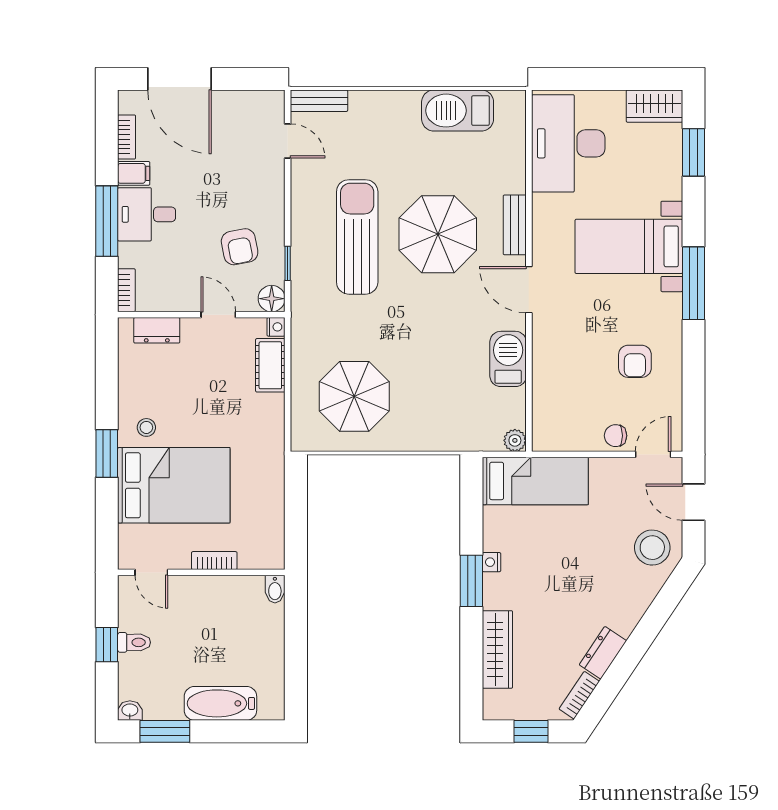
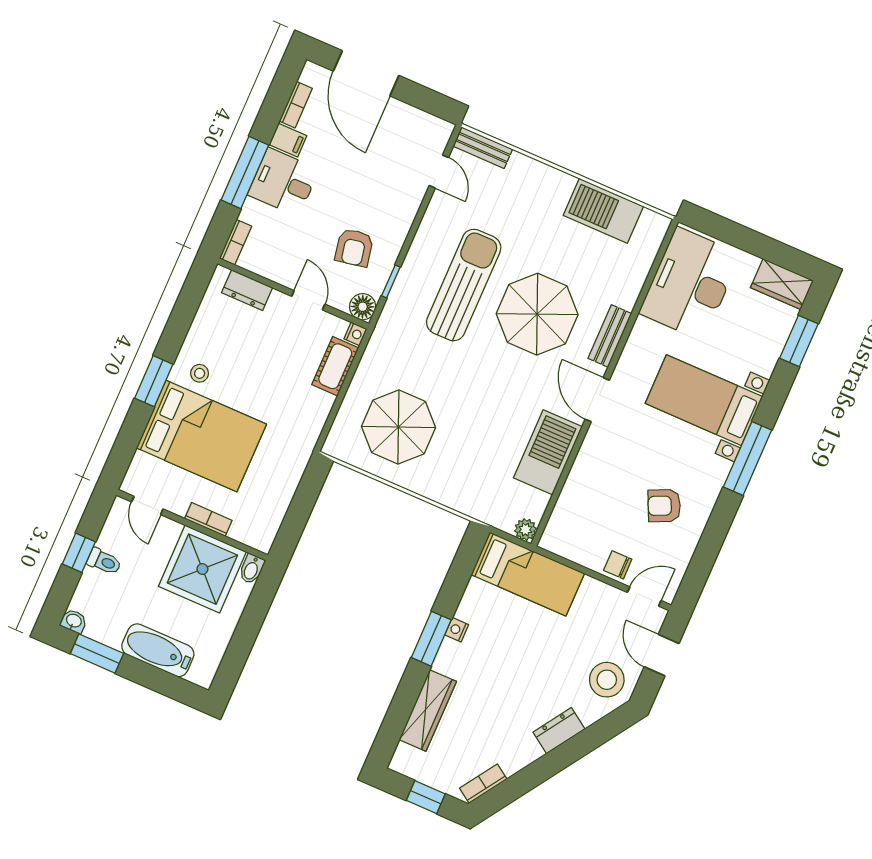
barbecue: (508, 359) -> (548, 452), width x1.37, depth x1.21
armchair: (635, 361) -> (664, 506), turned 65
shower: (229, 609) -> (202, 569), added
dresser: (603, 653) -> (559, 731), moved

